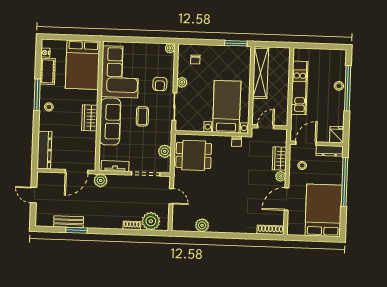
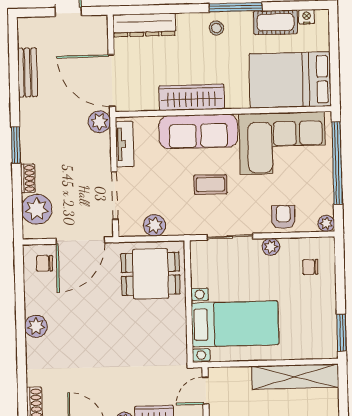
window: (134, 40) -> (337, 163), added
armchair: (160, 84) -> (283, 217), moved, turned 89
wardrobe: (90, 118) -> (192, 97), width x1.50
door: (266, 127) -> (206, 391), swing flipped
chair: (237, 142) -> (45, 263), moved
dining table: (194, 155) -> (151, 274), turned 90
door: (77, 172) -> (112, 81), width x1.36
door: (171, 196) -> (80, 241), width x1.88
plant: (202, 225) -> (36, 326), moved
window: (76, 230) -> (16, 145), moved

